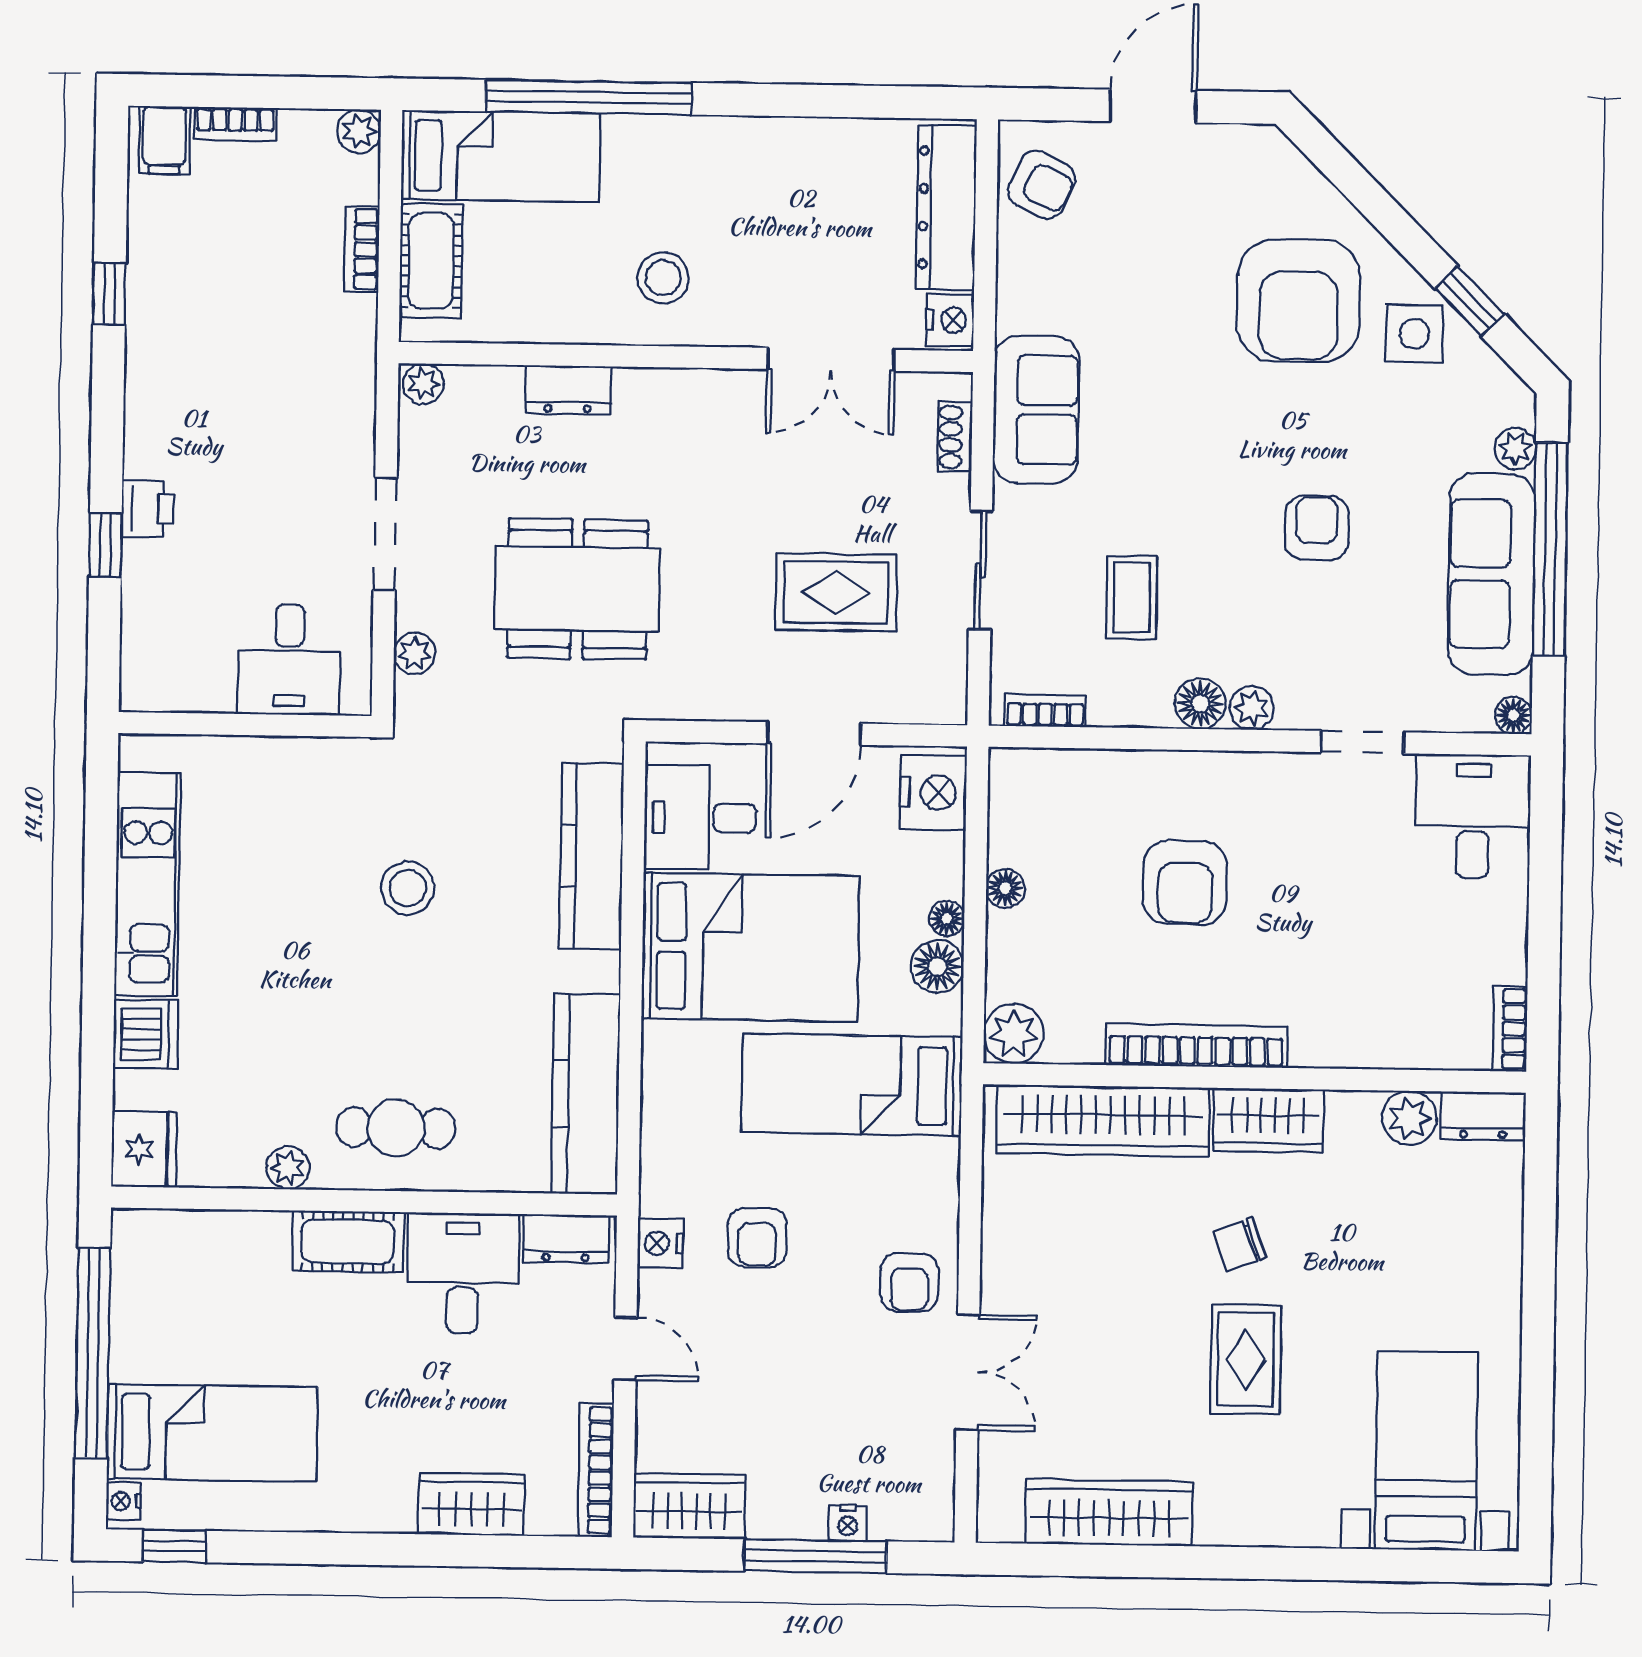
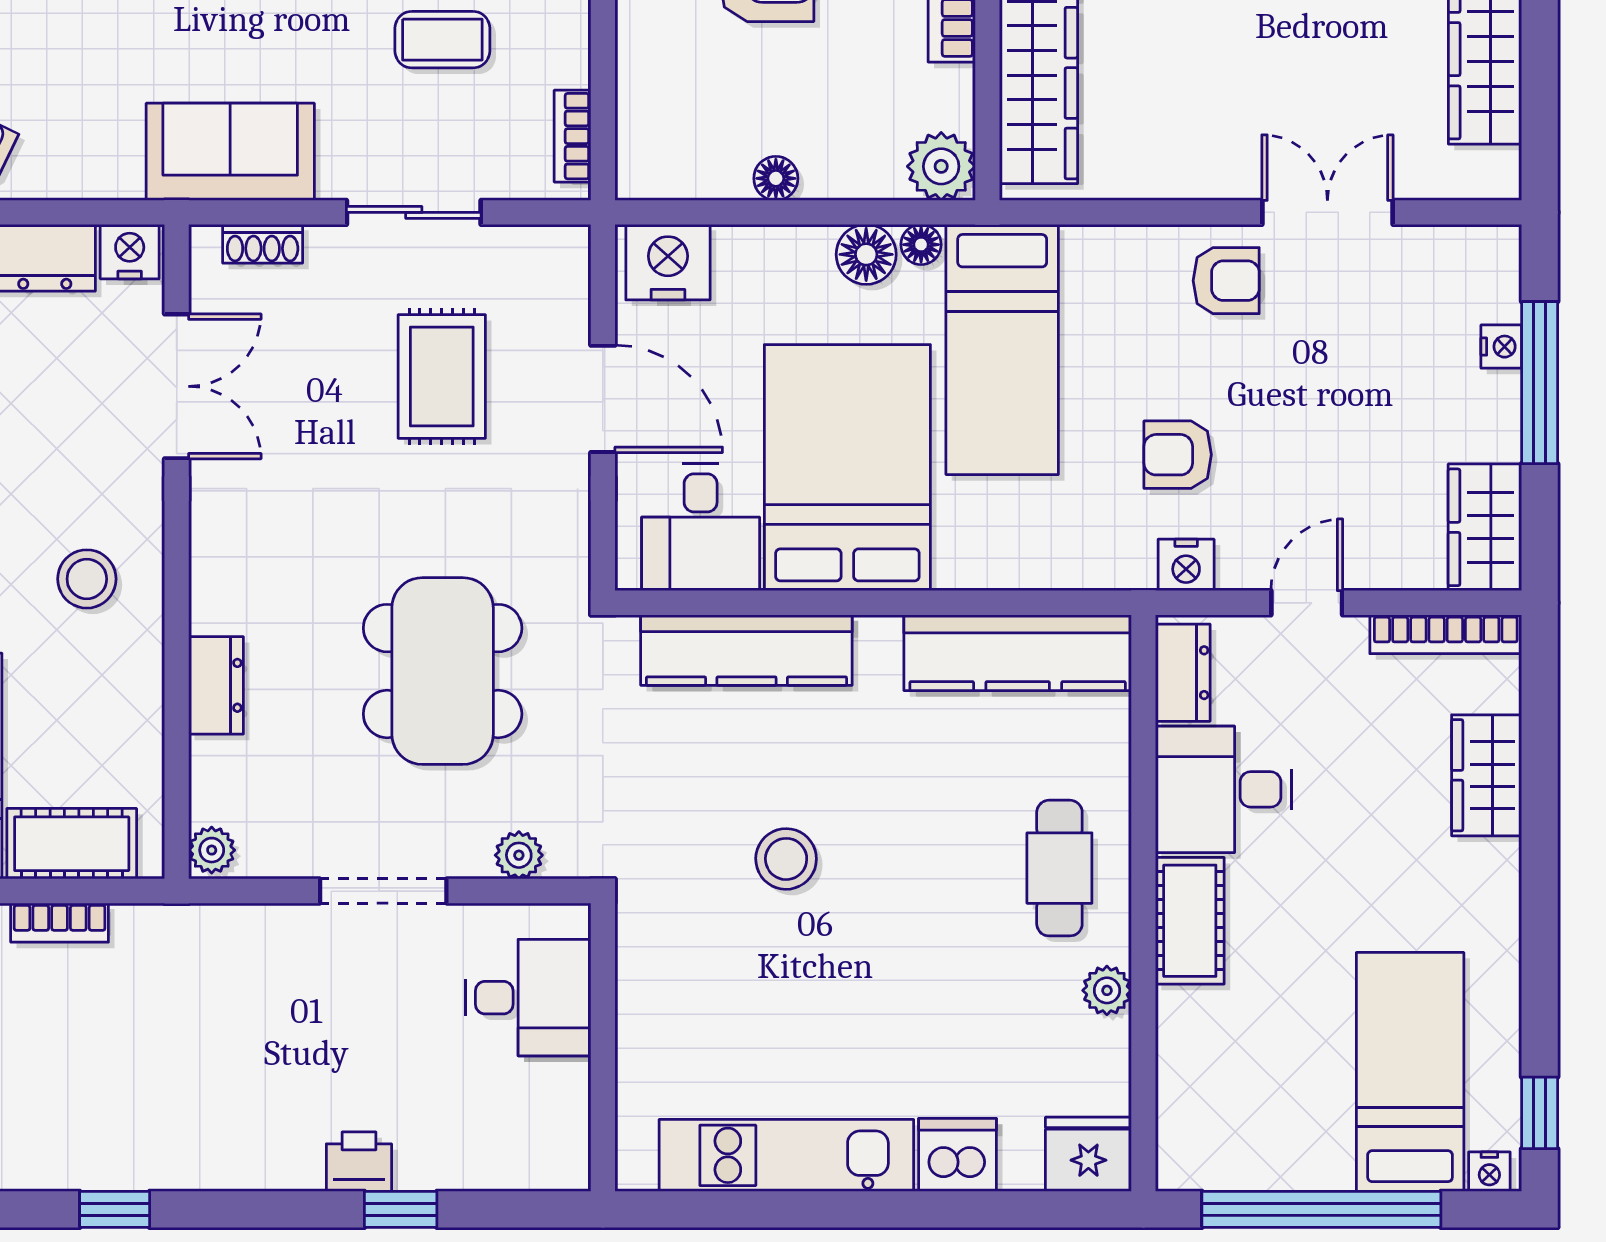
floor lamp: (947, 919) -> (921, 245), moved
armchair: (757, 1237) -> (1178, 455), turned 180

